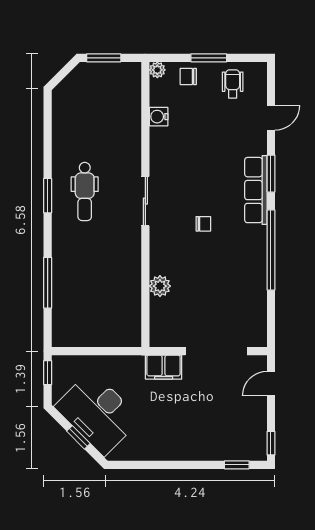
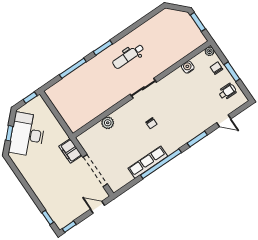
row of seats: (256, 190) -> (148, 162), moved
window: (48, 196) -> (103, 48), moved

